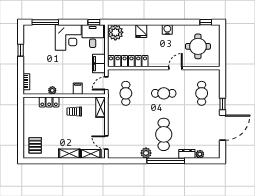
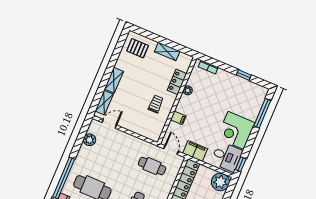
shelving: (100, 107) -> (167, 51), moved
plant: (146, 153) -> (89, 140), moved

